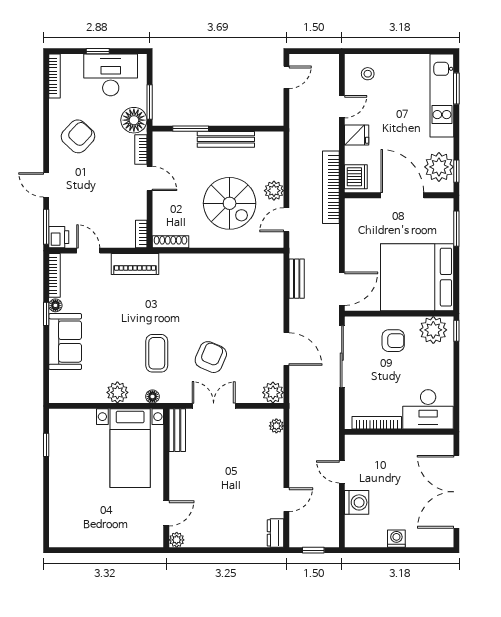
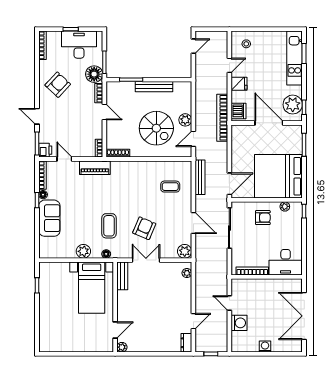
bench: (297, 279) -> (200, 177), width x1.36
coffee table: (251, 293) -> (170, 187), added
plant: (433, 330) -> (285, 206), width x0.53, depth x0.53

